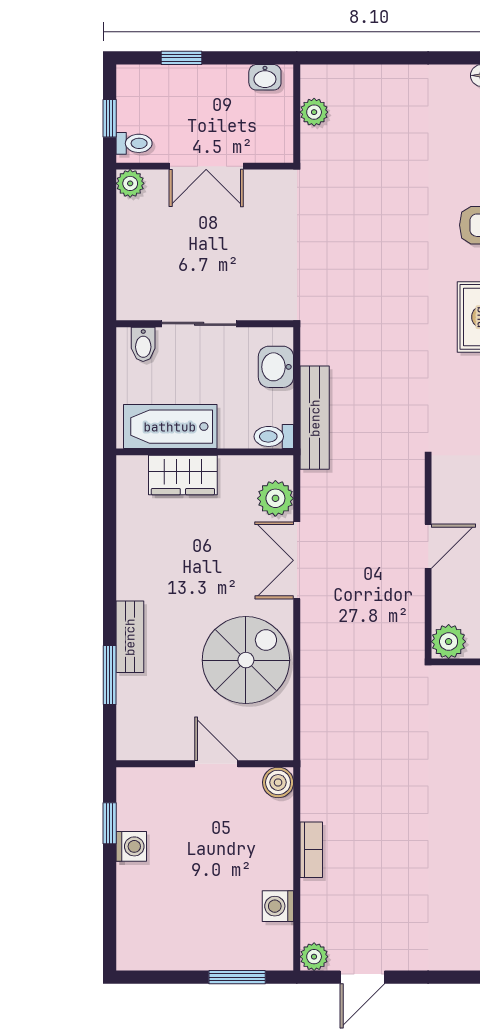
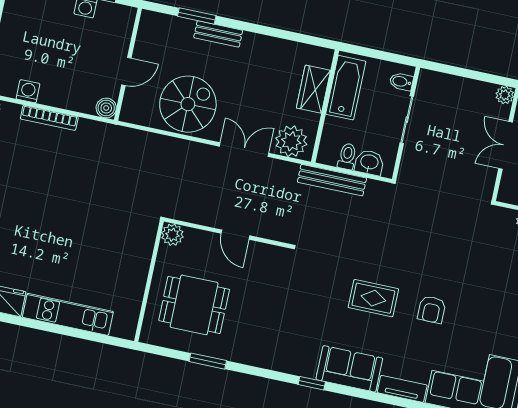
toilet: (274, 436) -> (347, 156), moved
plant: (275, 498) -> (291, 141), width x1.36, depth x1.36
spiral stairs: (246, 660) -> (188, 104), turned -90
bookcase: (311, 850) -> (49, 118), width x1.56

